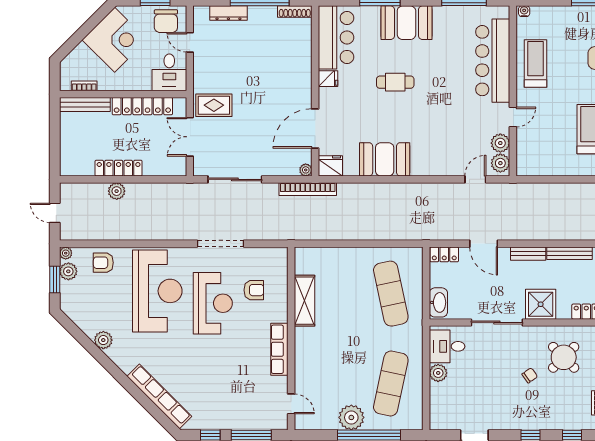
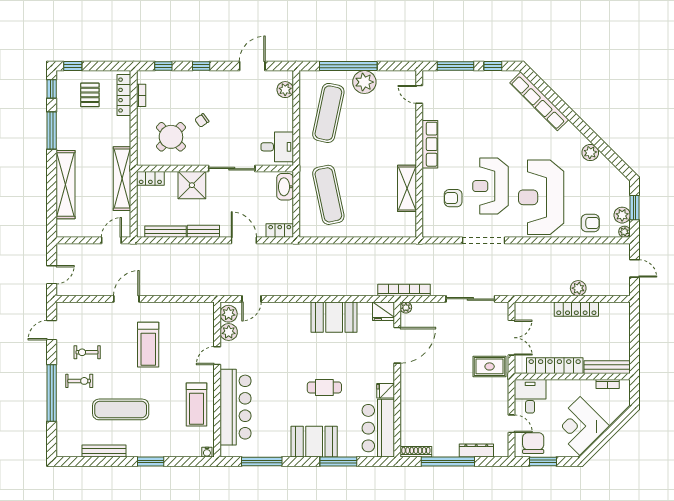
plant: (438, 373) -> (285, 90), moved

